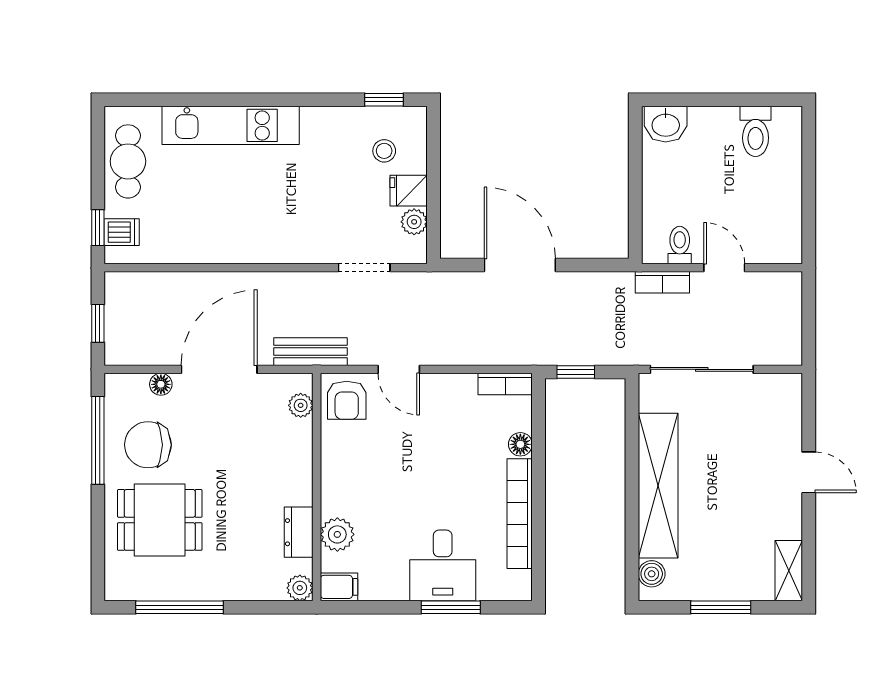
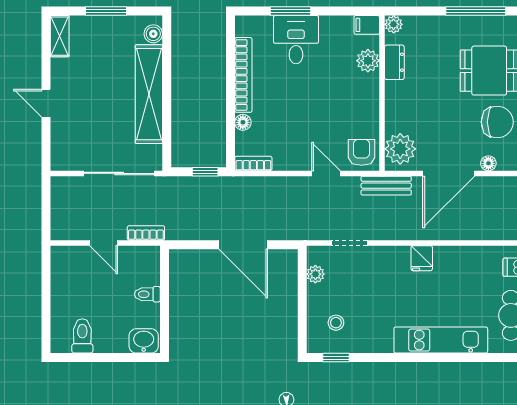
fridge: (409, 191) -> (422, 258), moved, turned 90
toilet: (680, 245) -> (147, 294), moved, turned 90
plant: (301, 405) -> (400, 149), width x1.88, depth x1.88

